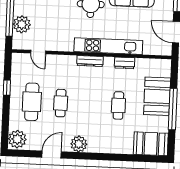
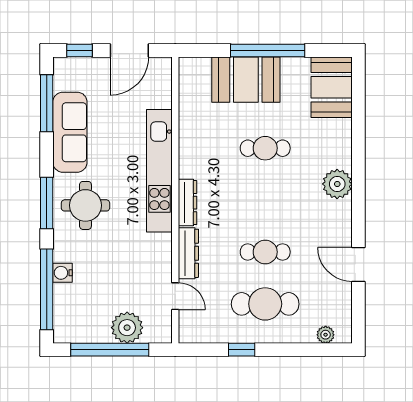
door: (38, 52) -> (175, 296), hinge flipped
dresser: (125, 63) -> (188, 253), moved, width x1.44
plant: (17, 139) -> (326, 335), width x0.53, depth x0.53
plant: (79, 144) -> (337, 184), moved

